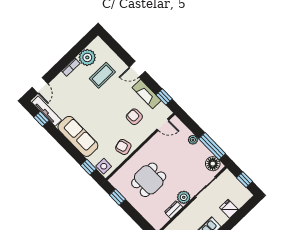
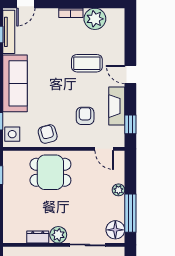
coffee table: (102, 75) -> (87, 63), moved
dining table: (149, 180) -> (50, 172), moved

